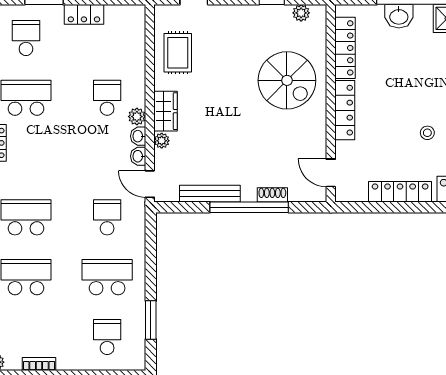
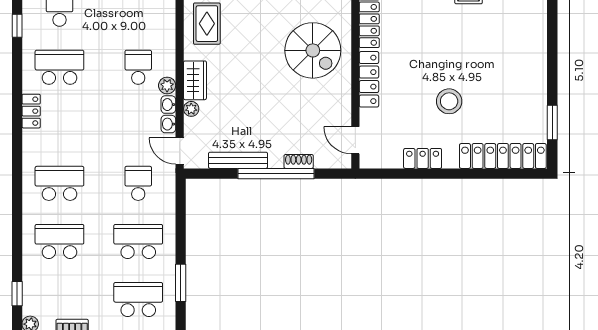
stool: (427, 133) -> (449, 101), width x1.89, depth x1.89
locker: (400, 192) -> (423, 158), width x0.66
school desk: (107, 337) -> (138, 300), width x1.85

